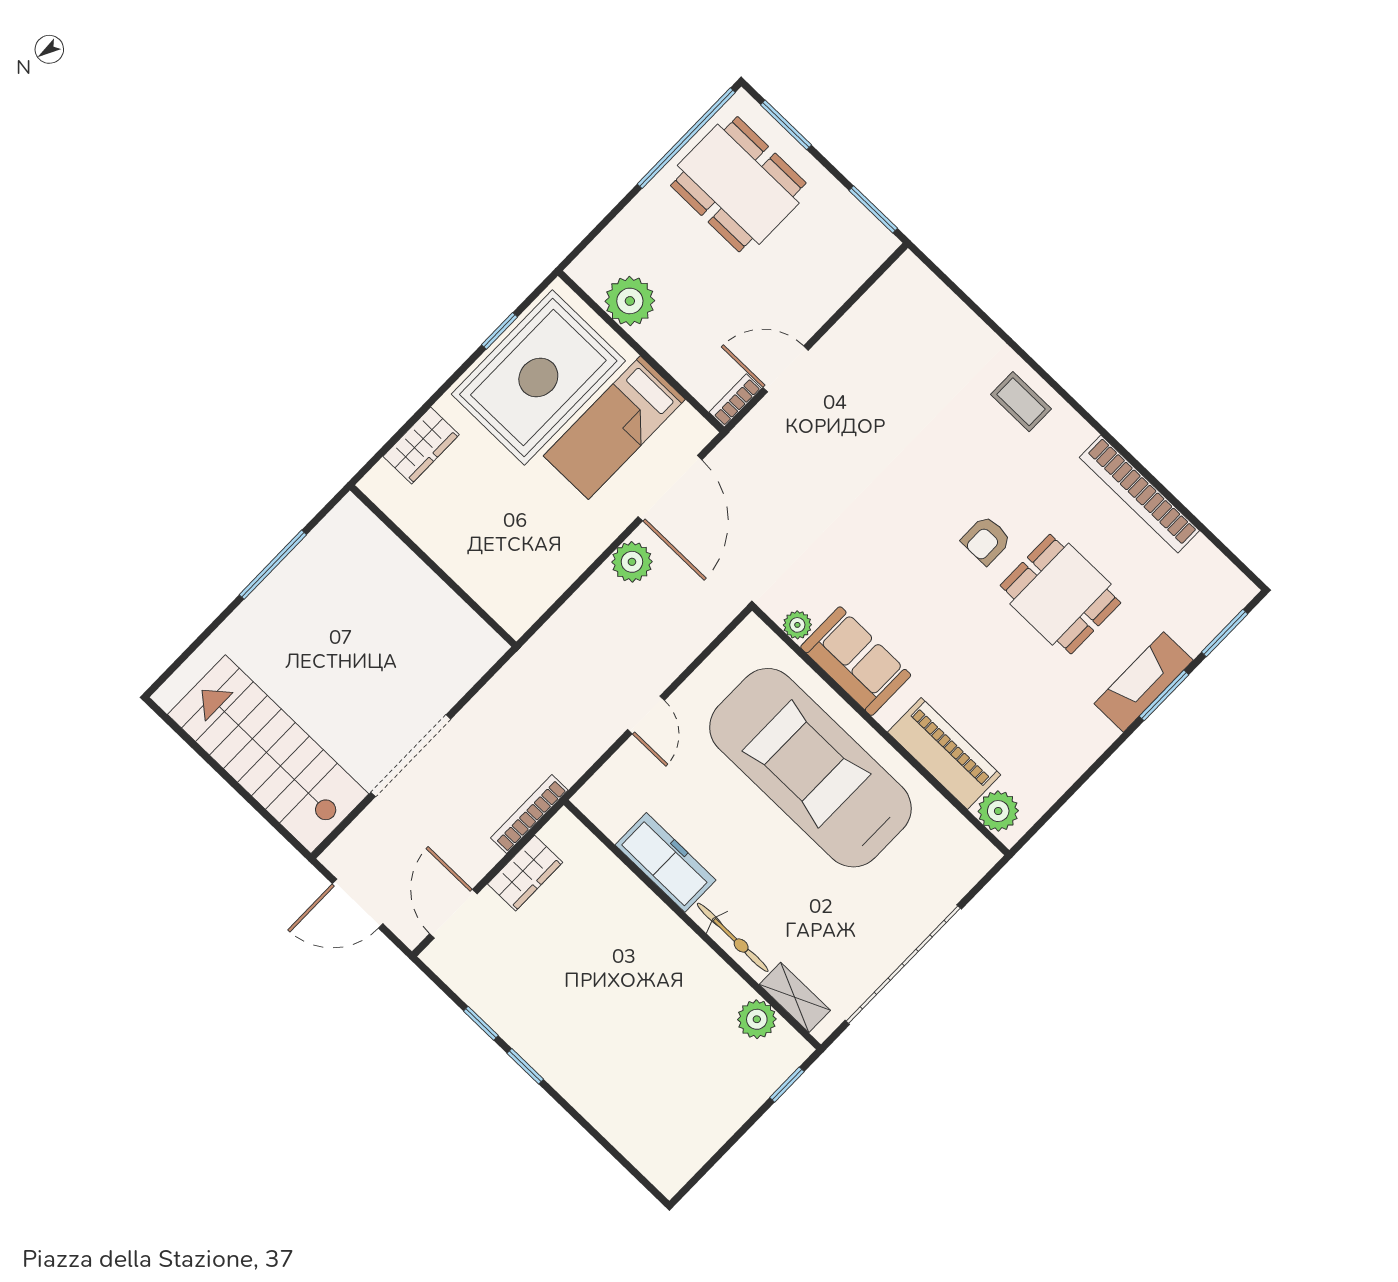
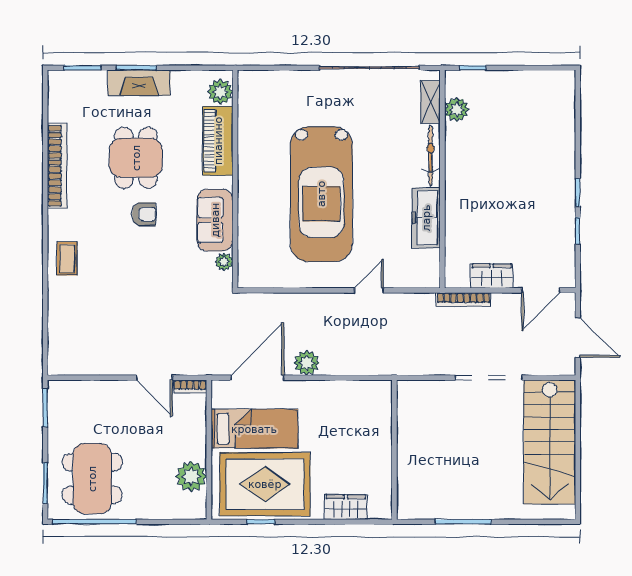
plant: (797, 625) -> (224, 262), moved
sofa: (856, 661) -> (215, 220), moved
wall: (881, 730) -> (235, 179), moved
piano: (944, 753) -> (218, 141), moved
plant: (998, 811) -> (220, 92), moved

